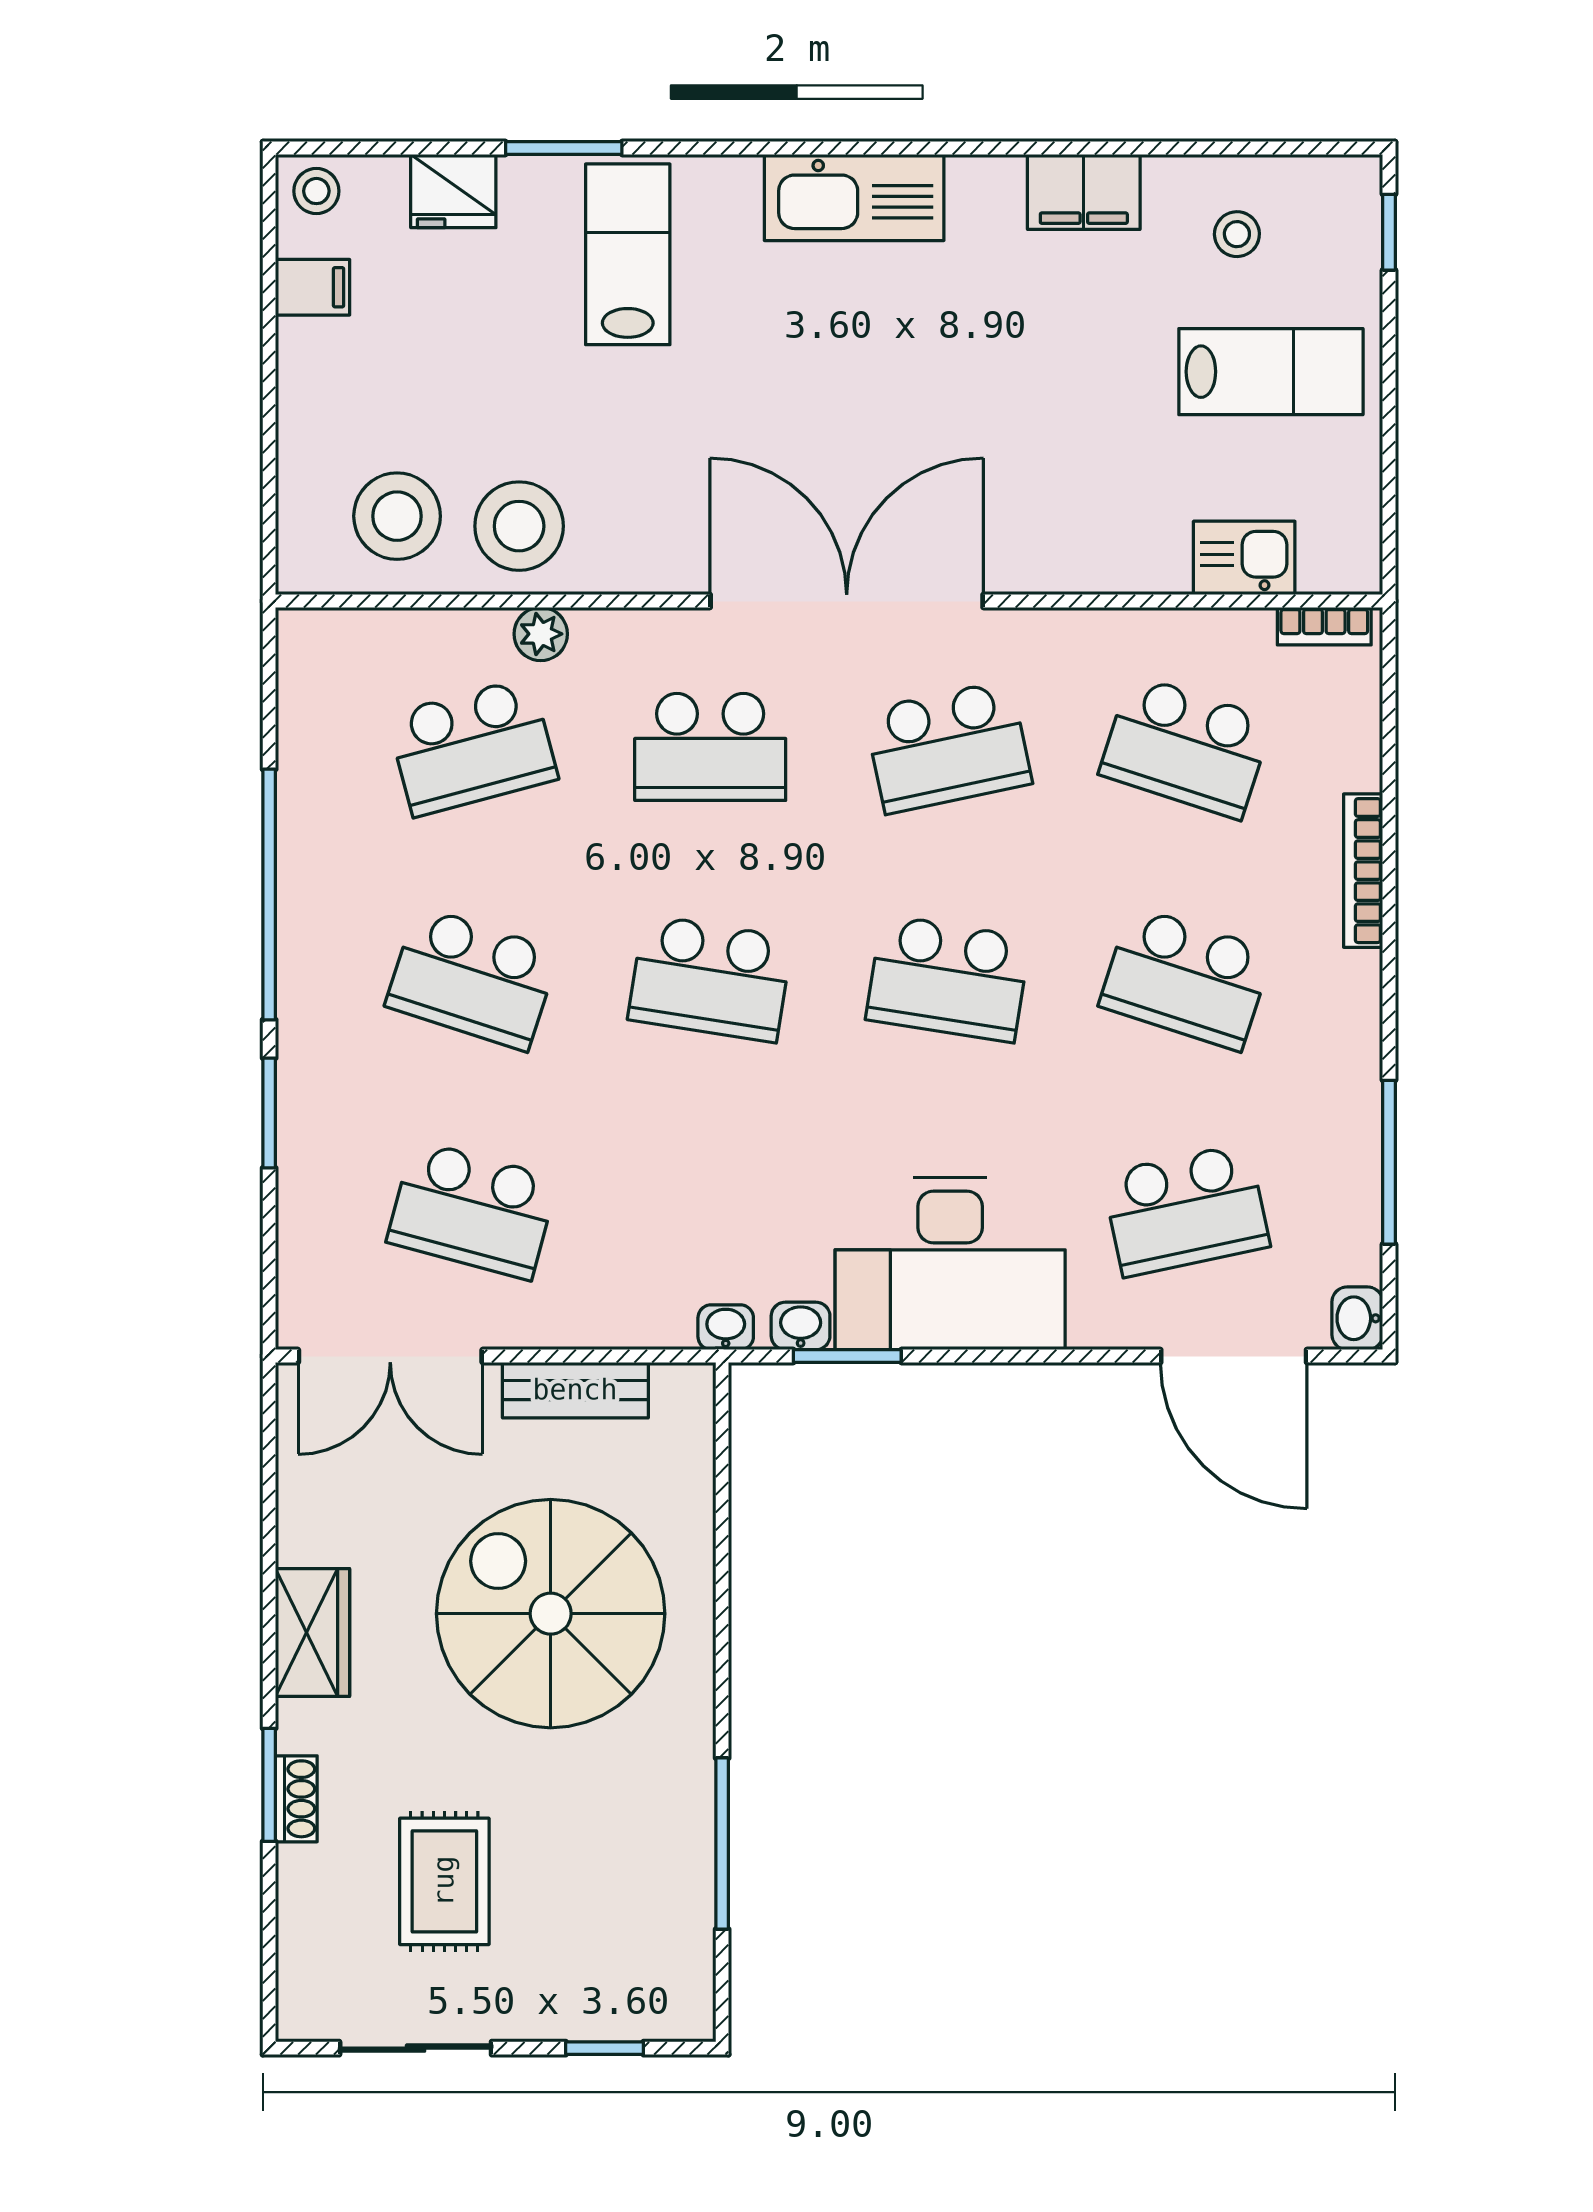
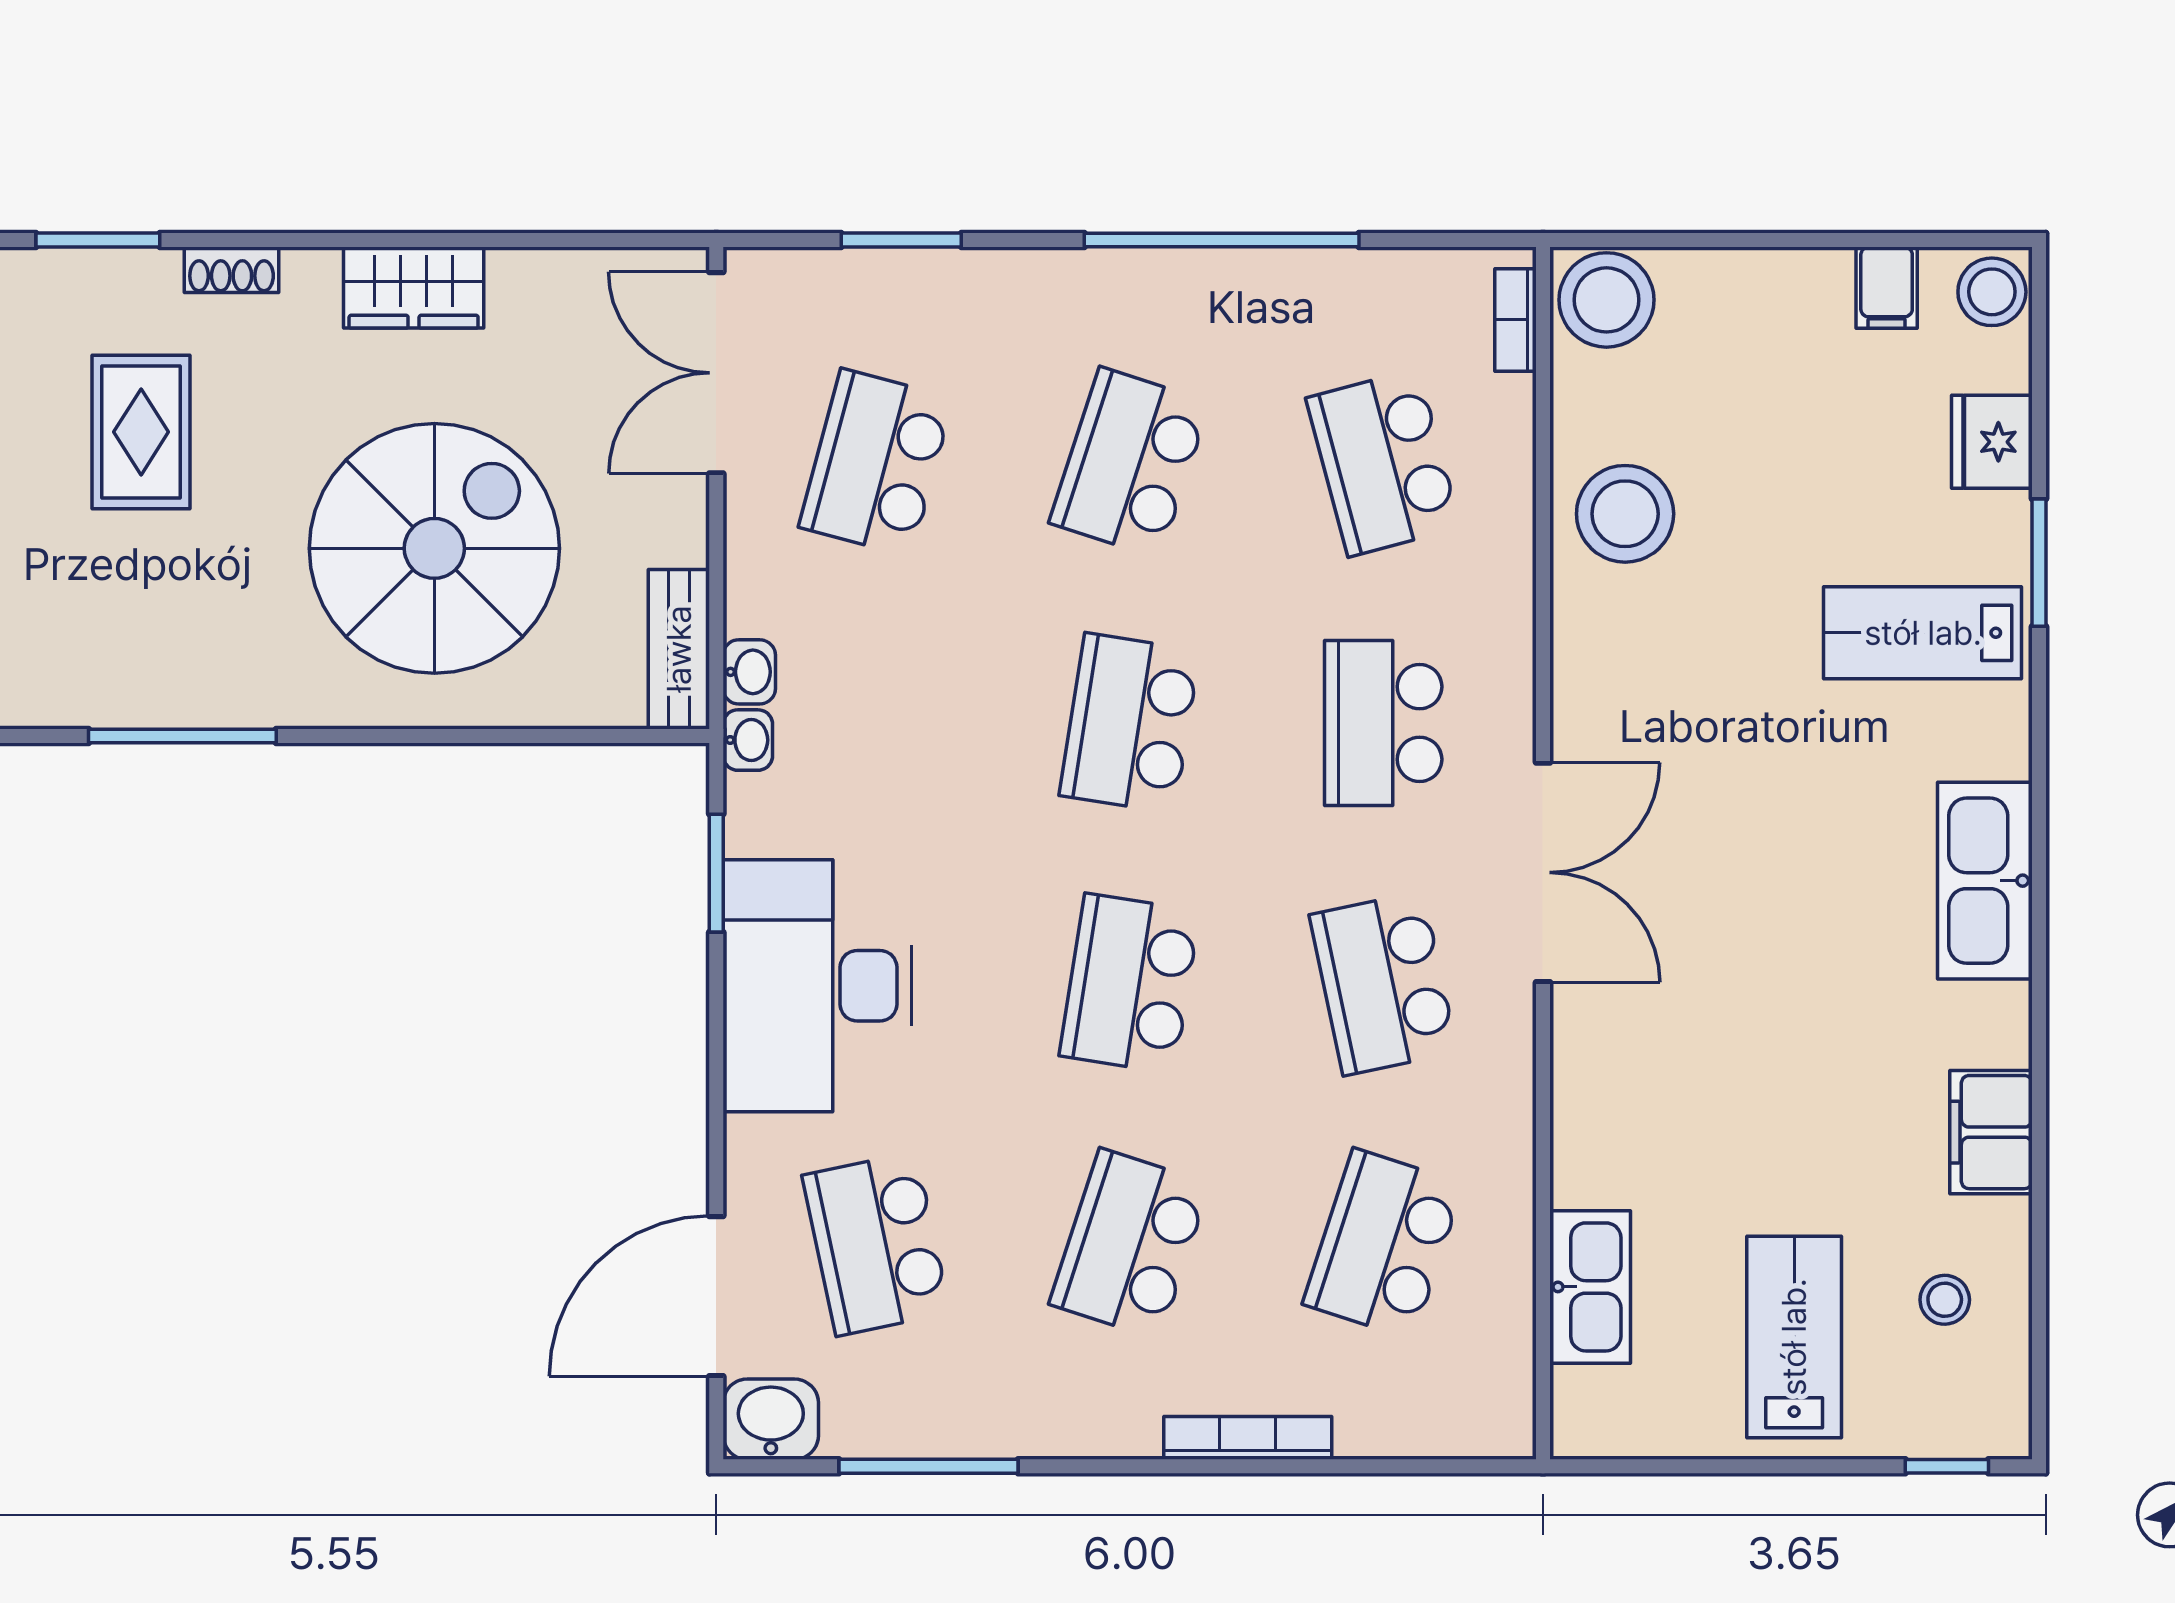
stool: (316, 191) -> (1992, 292), width x1.37, depth x1.37
lab bench: (628, 254) -> (1923, 633), turned 180
lab bench: (1271, 372) -> (1794, 1337), turned 180
stool: (397, 516) -> (1606, 300), moved
kitchen sink: (1244, 558) -> (1590, 1287), width x1.38
double door: (847, 601) -> (1543, 872), width x0.73
bookcase: (1324, 626) -> (1516, 320), moved
plant: (541, 634) -> (1507, 537), removed
window: (269, 1113) -> (901, 240), moved
washbasin: (1357, 1318) -> (771, 1419), width x1.38, depth x1.45
washbasin: (801, 1326) -> (749, 672), moved
bench: (575, 1390) -> (679, 649), moved
window: (269, 1785) -> (98, 240), moved
rug: (444, 1881) -> (141, 432), turned 90

